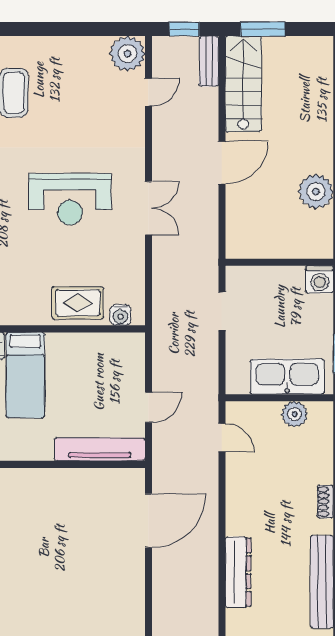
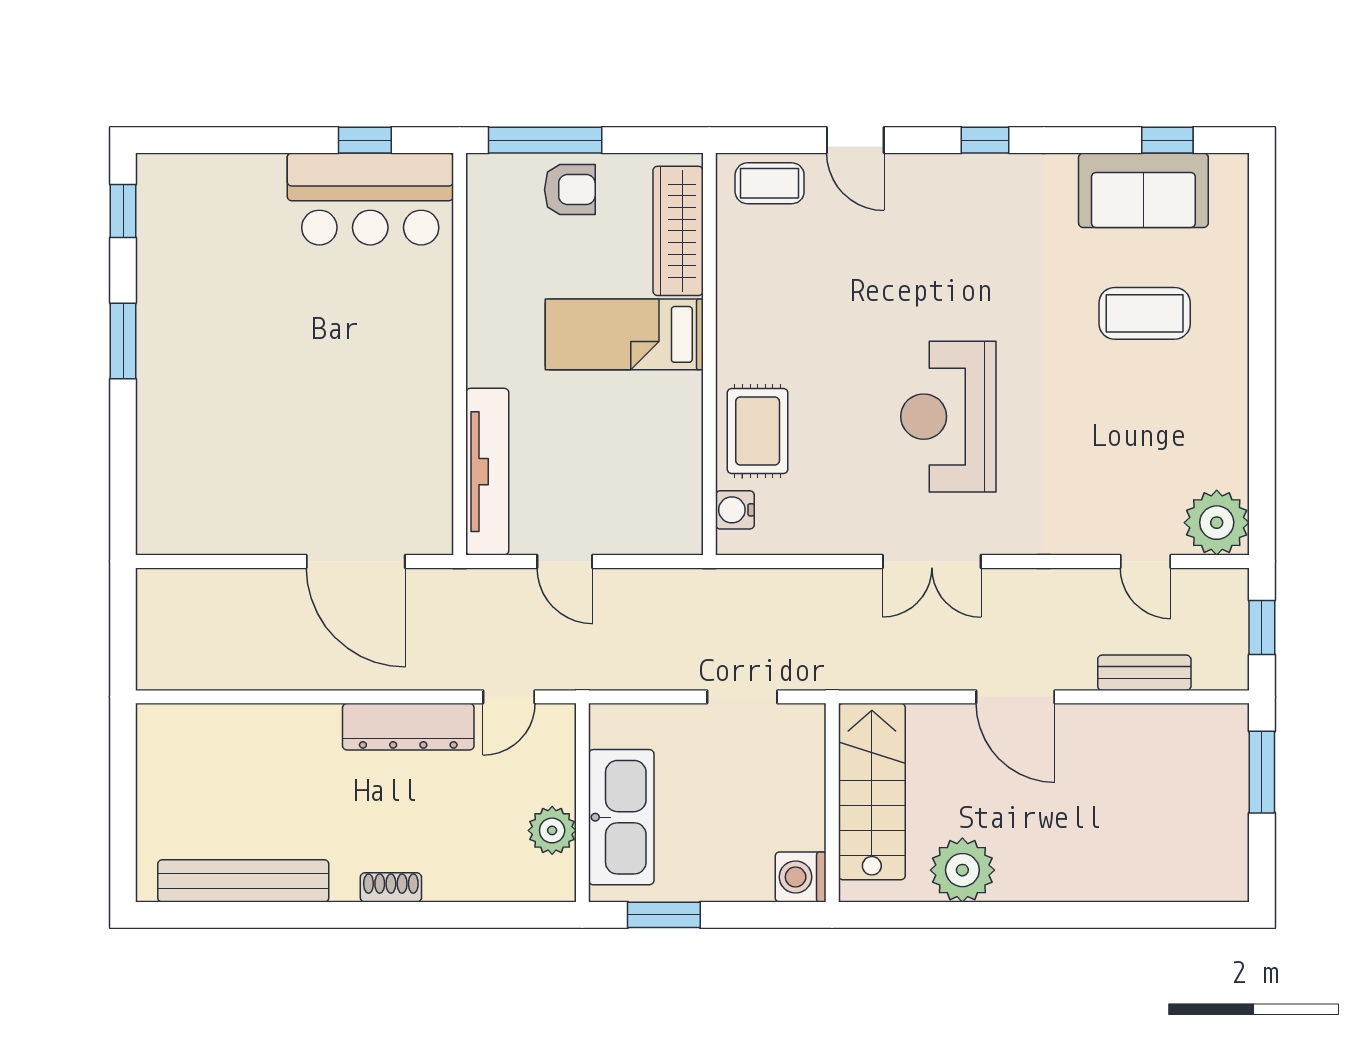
bench: (209, 61) -> (1144, 673), moved
stairs: (243, 84) -> (872, 792), moved, turned -90
dresser: (238, 572) -> (408, 727), moved

